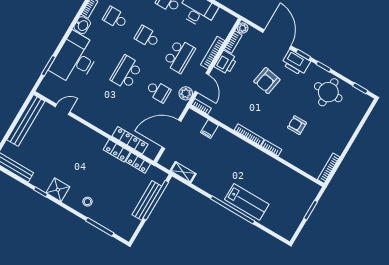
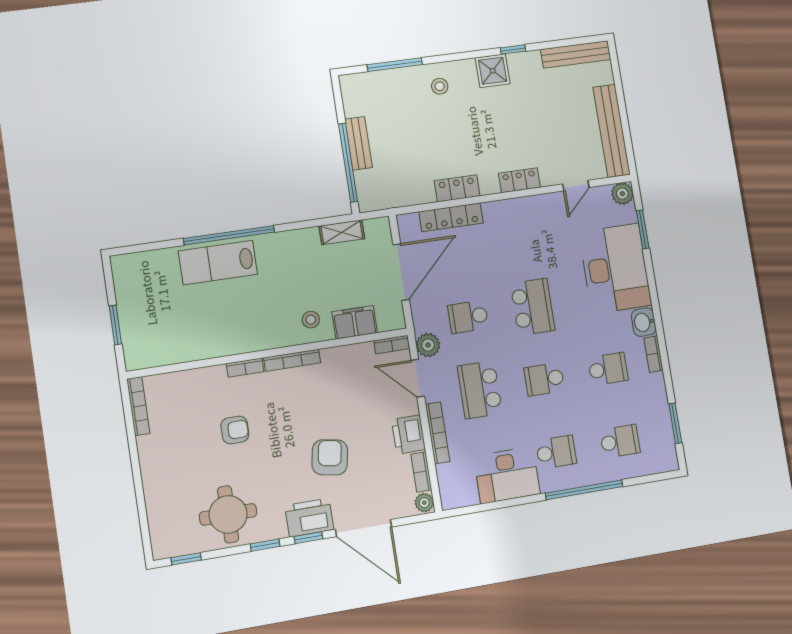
school desk: (147, 37) -> (544, 379), turned 180
plant: (44, 89) -> (622, 194), added
filing cabinet: (209, 129) -> (355, 322), width x2.00
stool: (227, 145) -> (311, 320), added
locker: (138, 163) -> (519, 180), moved
bench: (147, 200) -> (358, 143), width x0.73

